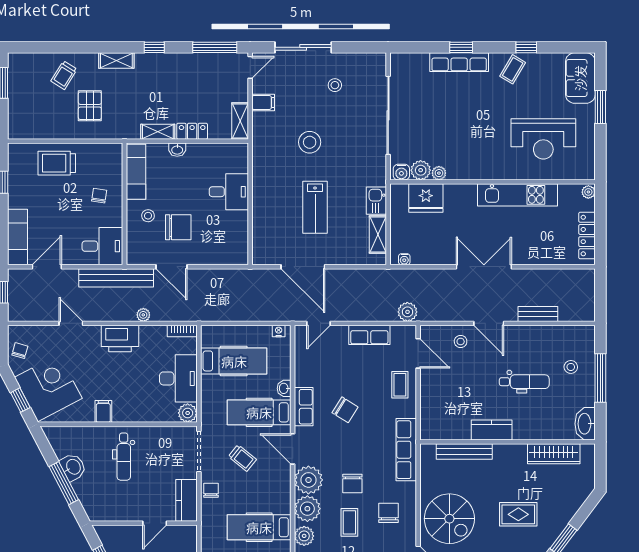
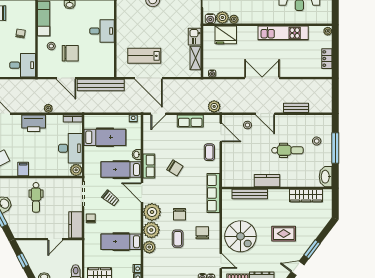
lab bench: (315, 207) -> (144, 56), moved, turned 90
locker: (587, 236) -> (327, 59), width x0.66
bench: (116, 278) -> (101, 85), moved

